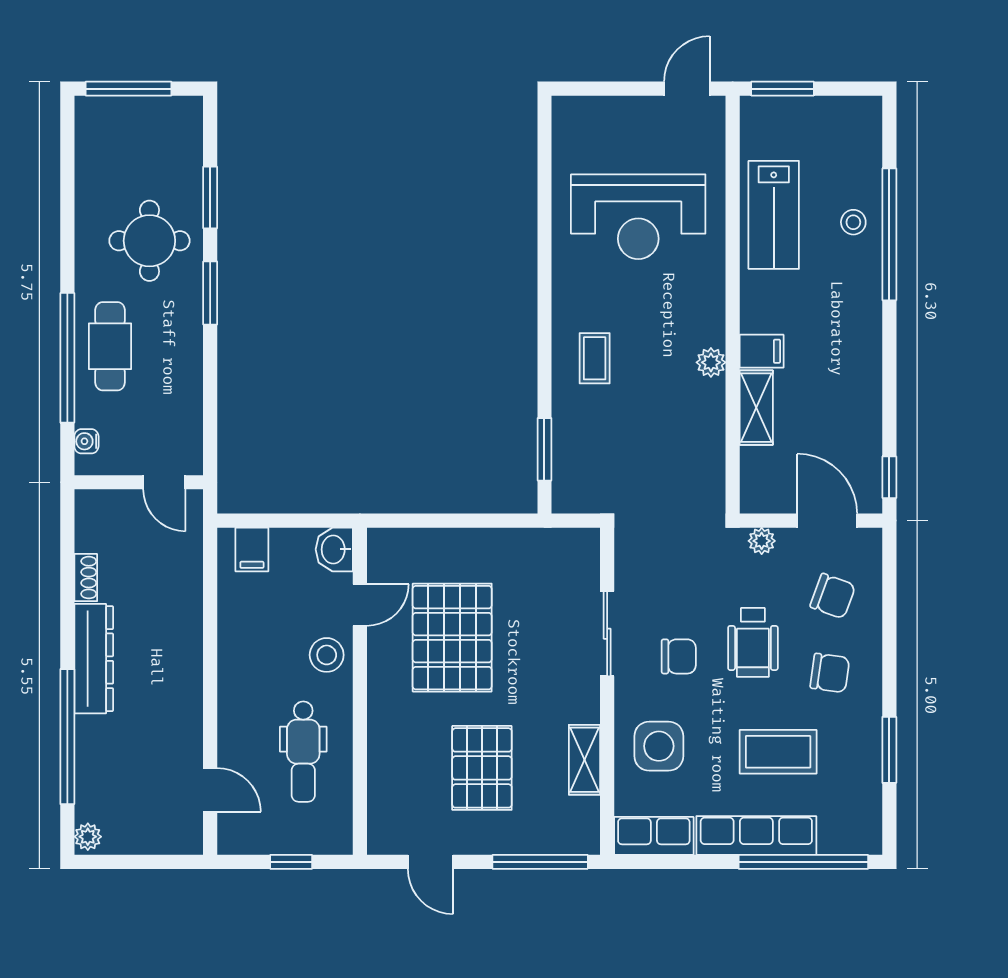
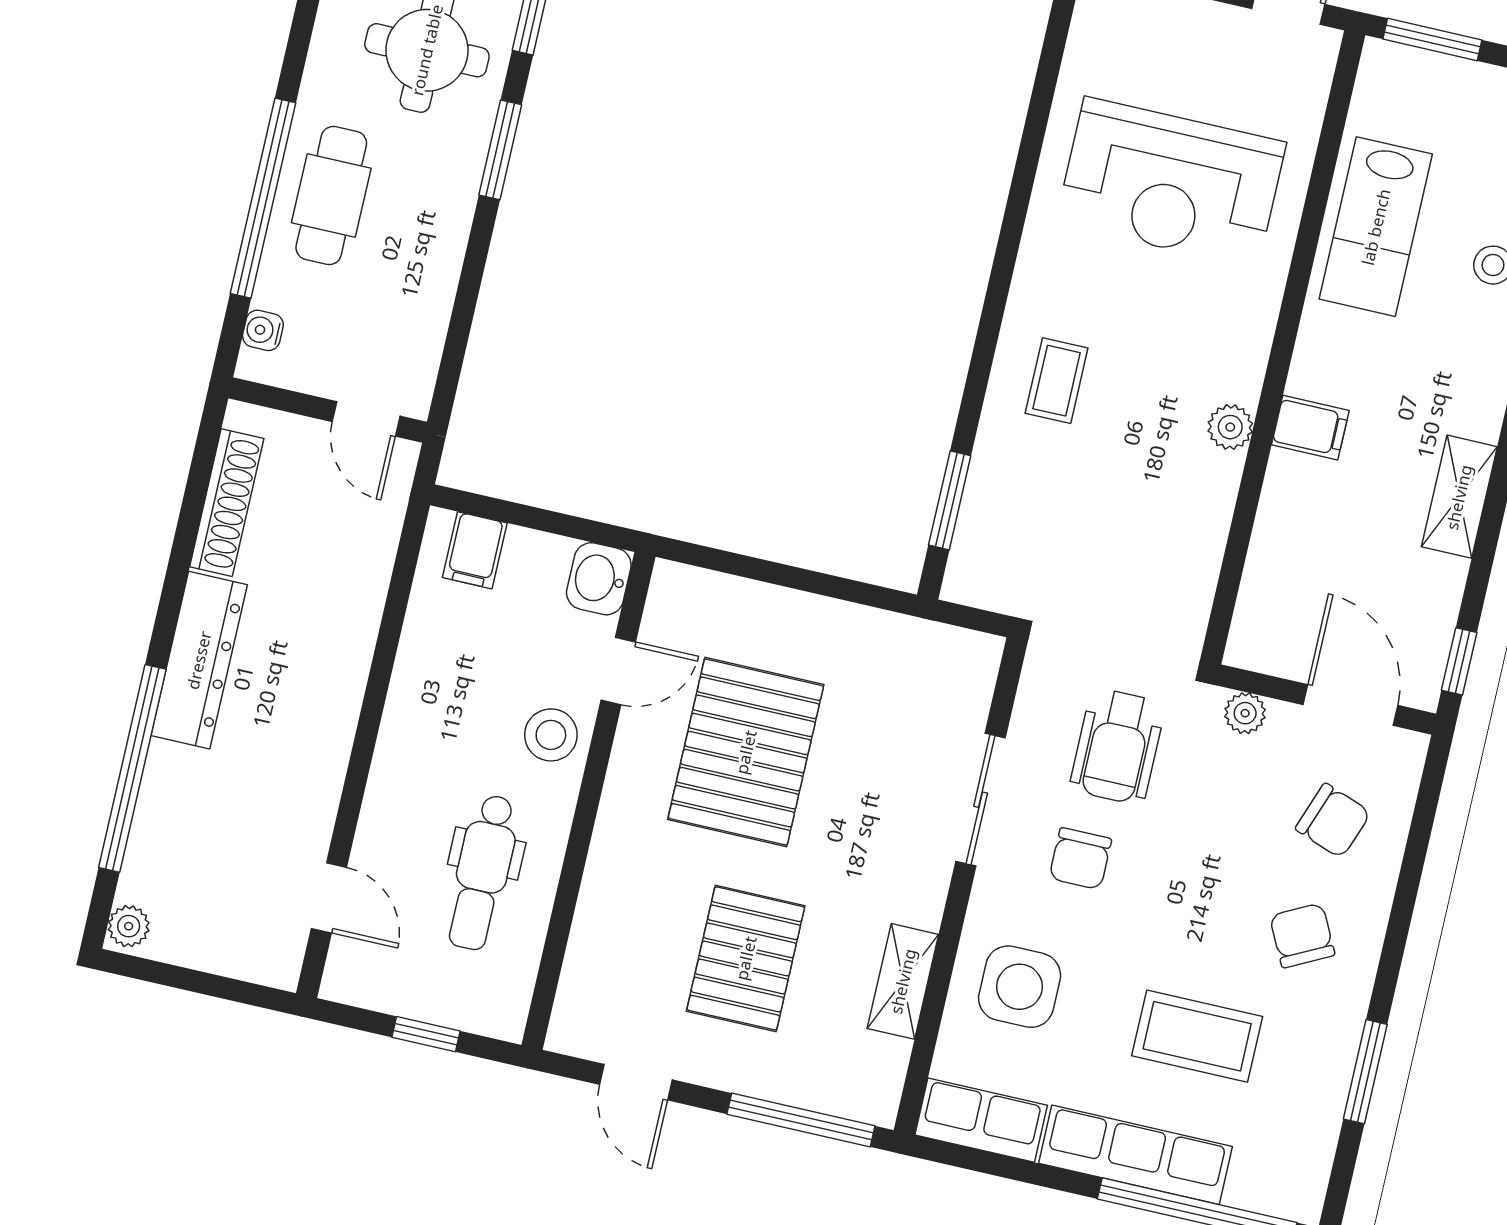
shelving: (756, 408) -> (1459, 497), moved
shoe rack: (86, 578) -> (227, 503), width x1.94, depth x1.24
wheelchair: (753, 642) -> (1118, 746), moved
chair: (679, 656) -> (1080, 859), turned 90
chair: (830, 673) -> (1302, 935), turned -125

